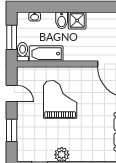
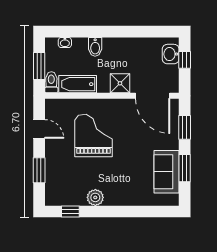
shower: (77, 21) -> (120, 83), moved

